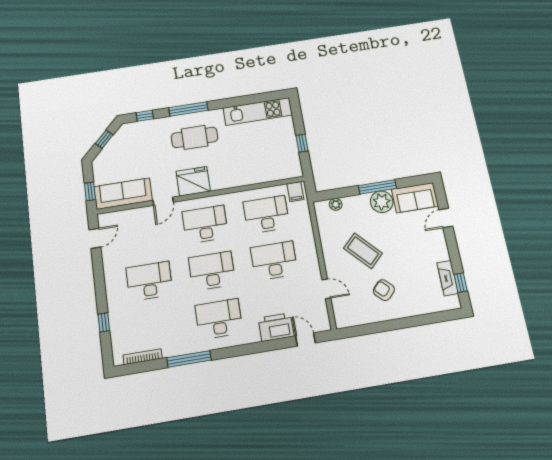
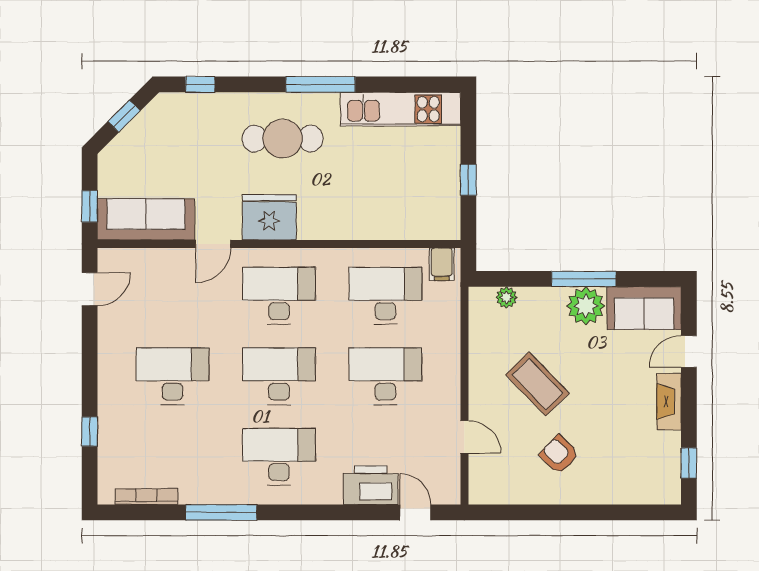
window: (188, 109) -> (321, 84), moved
fireplace: (448, 278) -> (669, 402), moved

